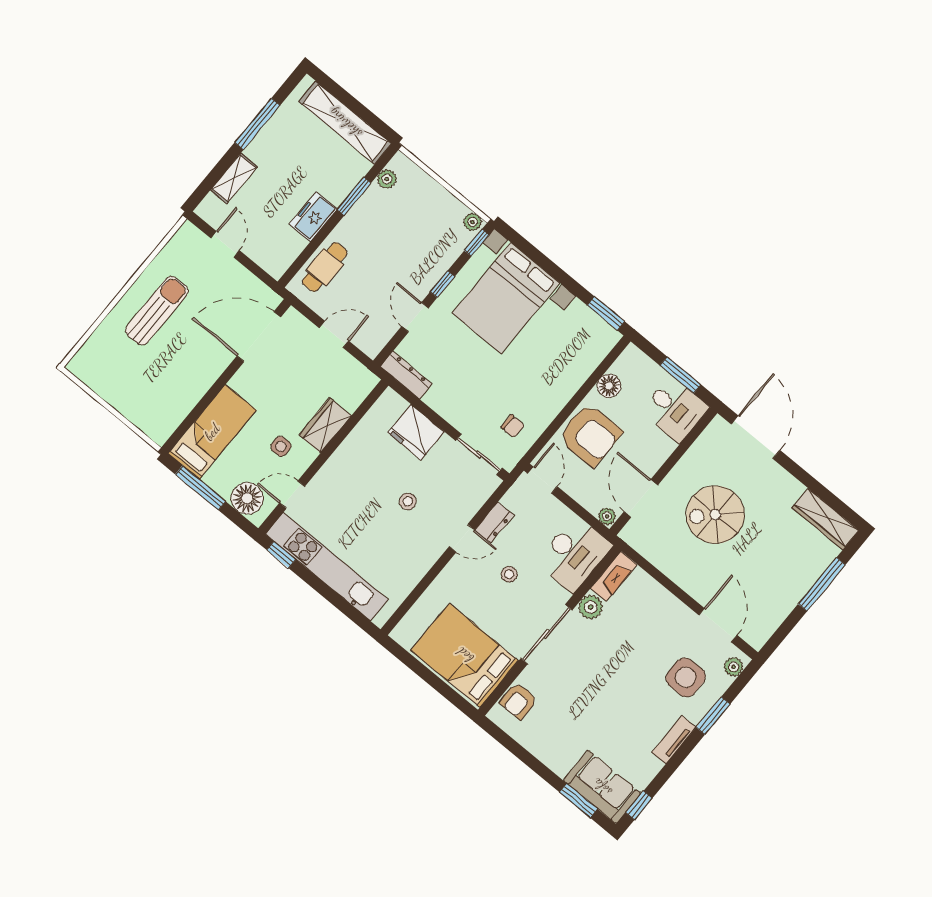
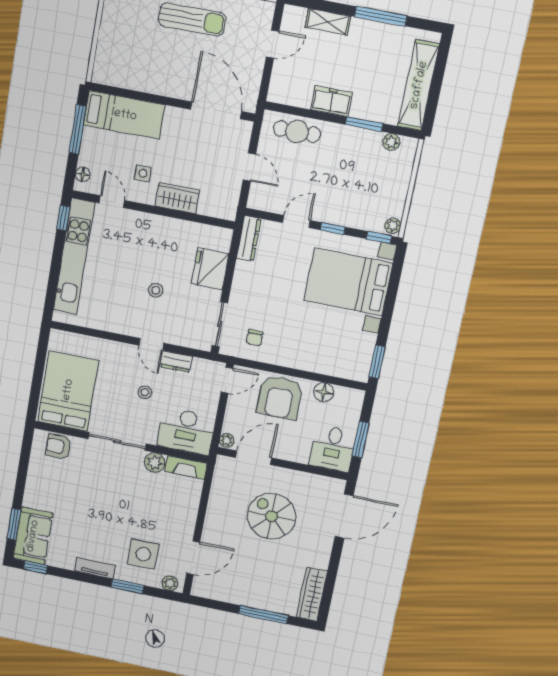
floor lamp: (247, 498) -> (83, 174), width x0.53, depth x0.53

